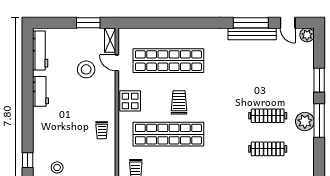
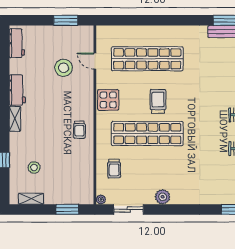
shelving: (110, 40) -> (15, 119), moved
workbench: (40, 51) -> (17, 43), width x0.73

